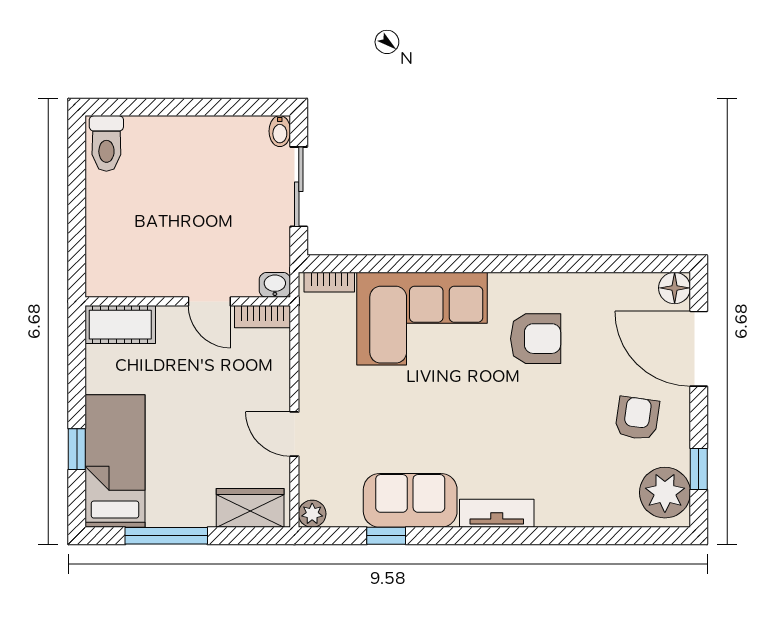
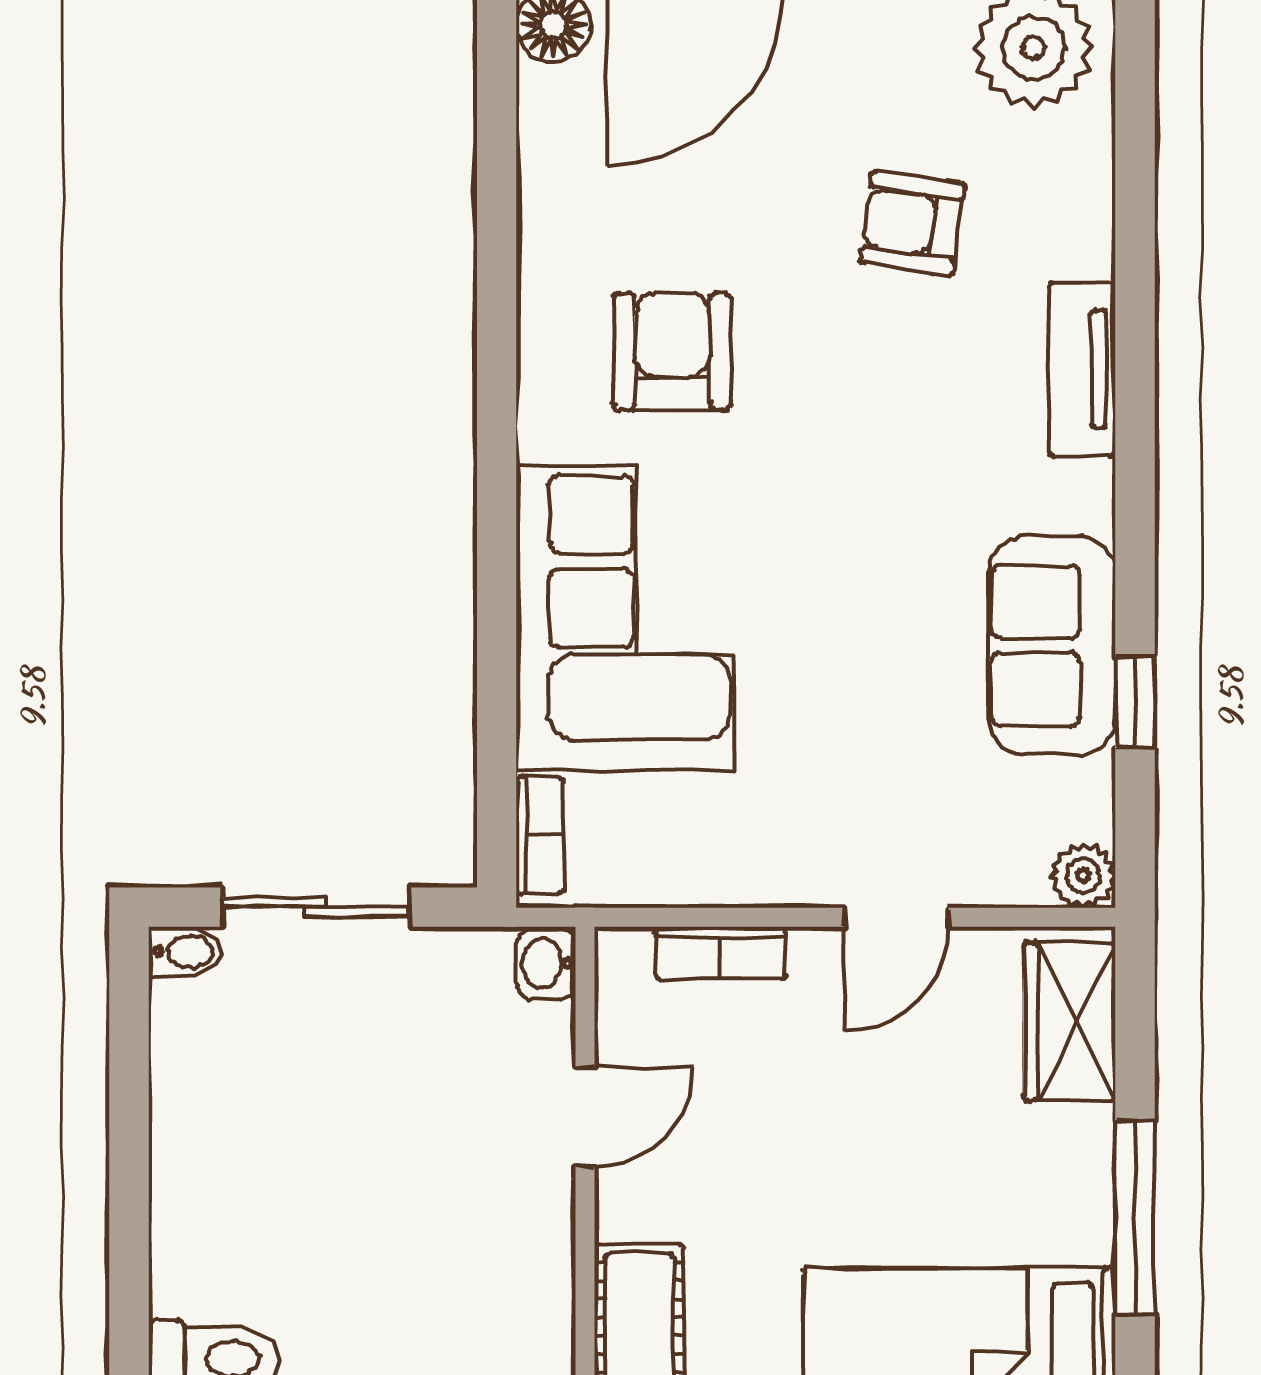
bookcase: (262, 317) -> (721, 953), moved, turned 90
armchair: (637, 418) -> (912, 223), moved
tv unit: (497, 513) -> (1082, 369), moved

